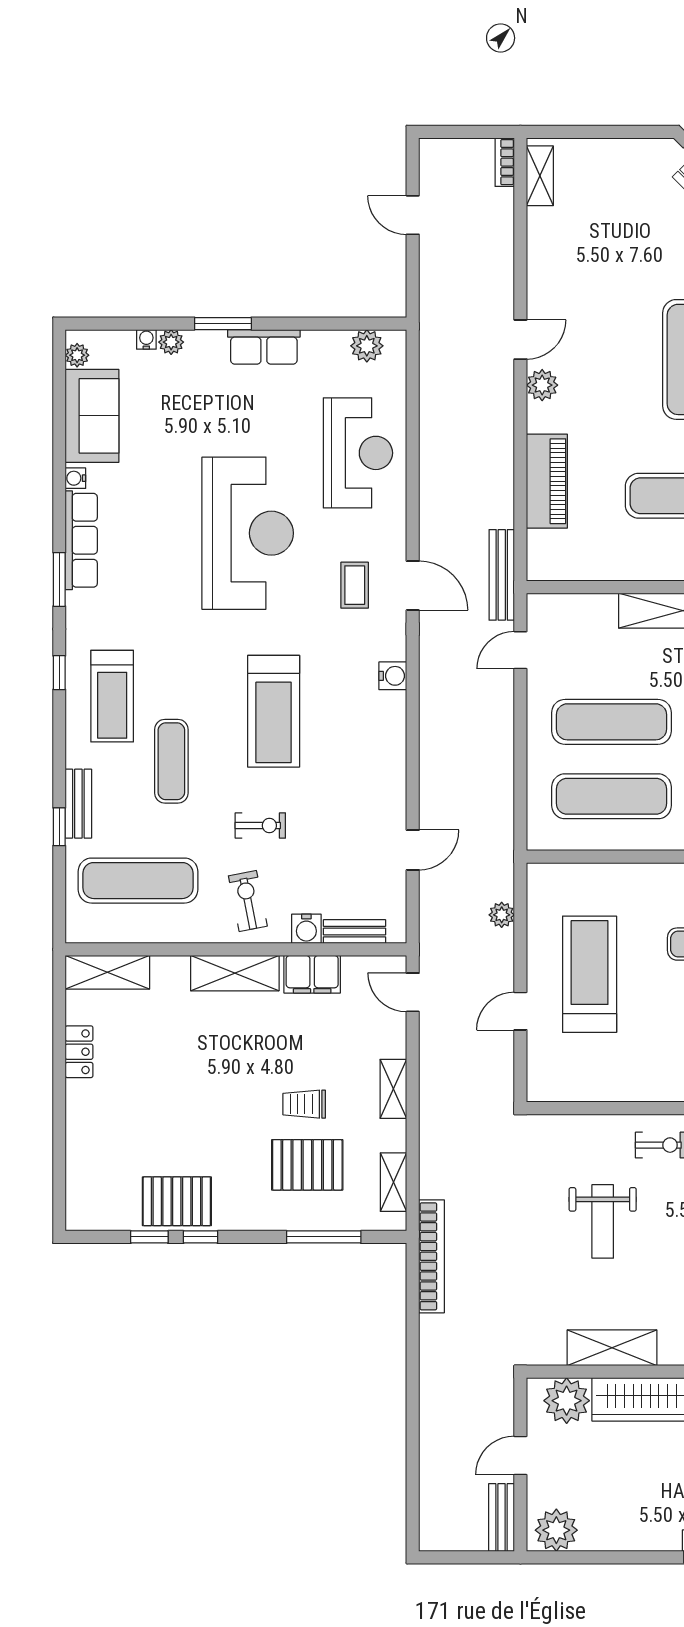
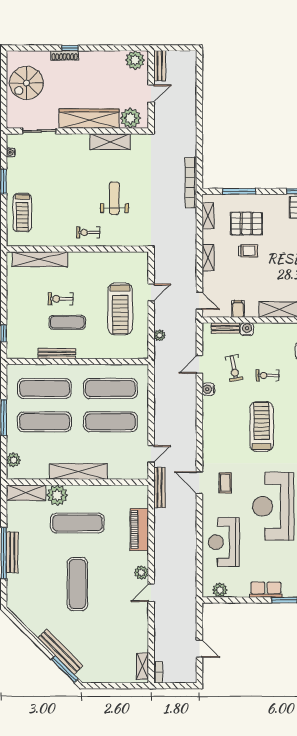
water cooler: (393, 676) -> (208, 389), moved
exercise bike: (248, 901) -> (234, 368), moved
filing cabinet: (312, 974) -> (238, 309), width x0.50

